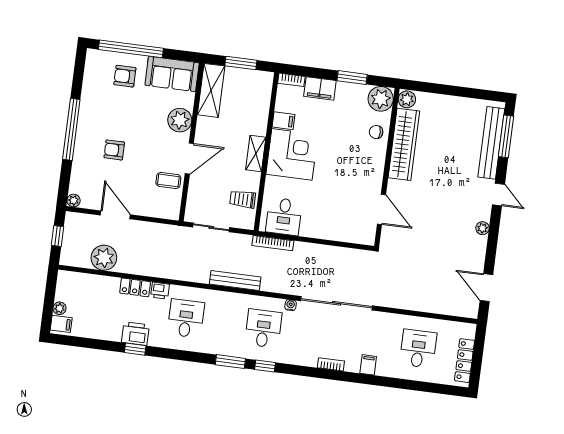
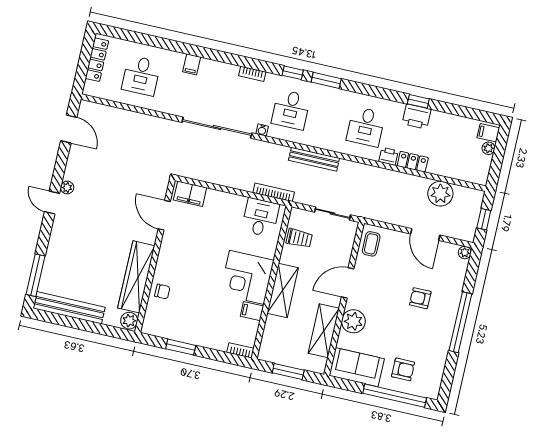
filing cabinet: (320, 88) -> (190, 194), moved, turned 180
shelving: (211, 90) -> (324, 331), moved
plant: (381, 99) -> (155, 324), removed
bench: (491, 143) -> (69, 308), moved, turned 90
armchair: (114, 150) -> (420, 298), turned 180
shelving: (256, 153) -> (283, 291), width x1.50, depth x1.33
coffee table: (168, 180) -> (371, 244), moved, turned 90
door: (498, 195) -> (52, 203), moved
bookcase: (331, 364) -> (252, 74), moved

